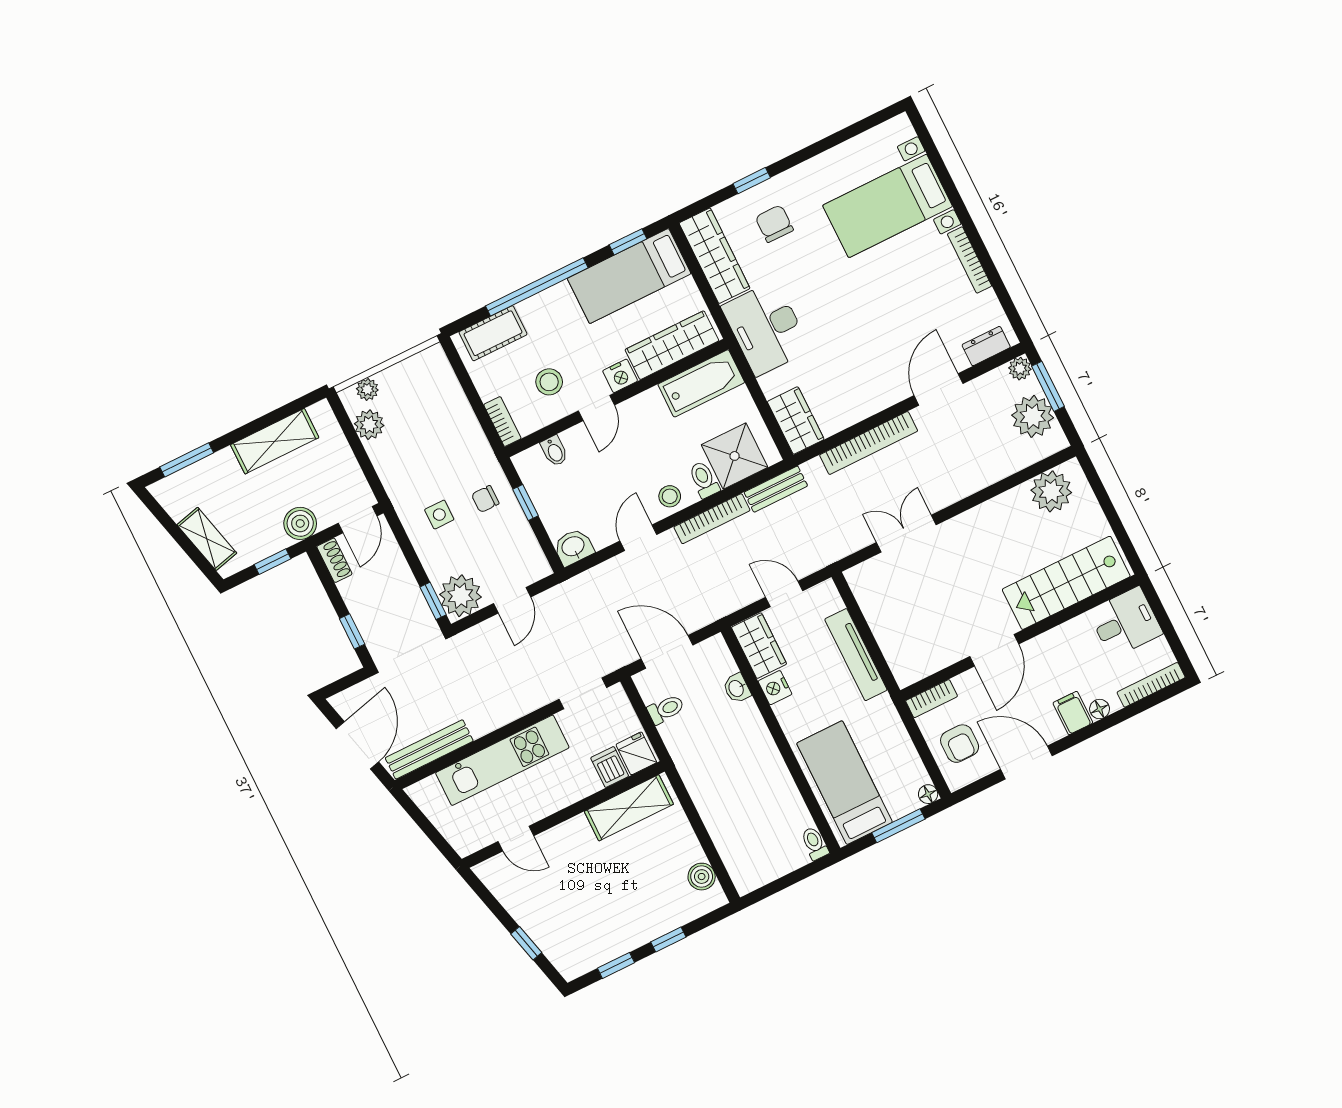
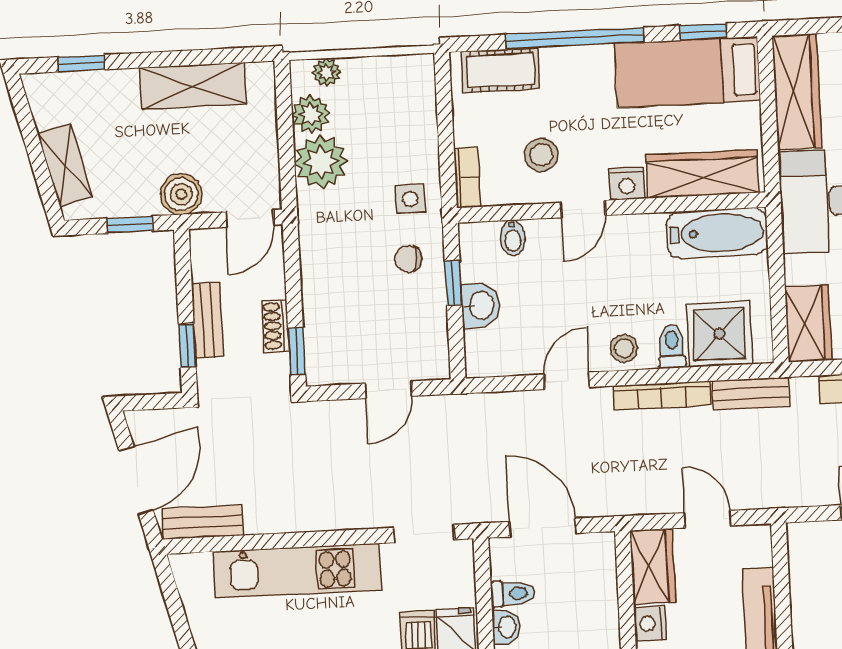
window: (187, 460) -> (81, 63), width x0.67
side table: (439, 515) -> (410, 199), moved
washbasin: (573, 547) -> (480, 305), moved, turned 90
shoe rack: (334, 560) -> (275, 326), moved, turned 180
plant: (461, 596) -> (321, 162), moved
bench: (359, 607) -> (207, 320), added
washbasin: (737, 688) -> (506, 627), moved, turned 180
bench: (429, 749) -> (203, 522), width x0.73

